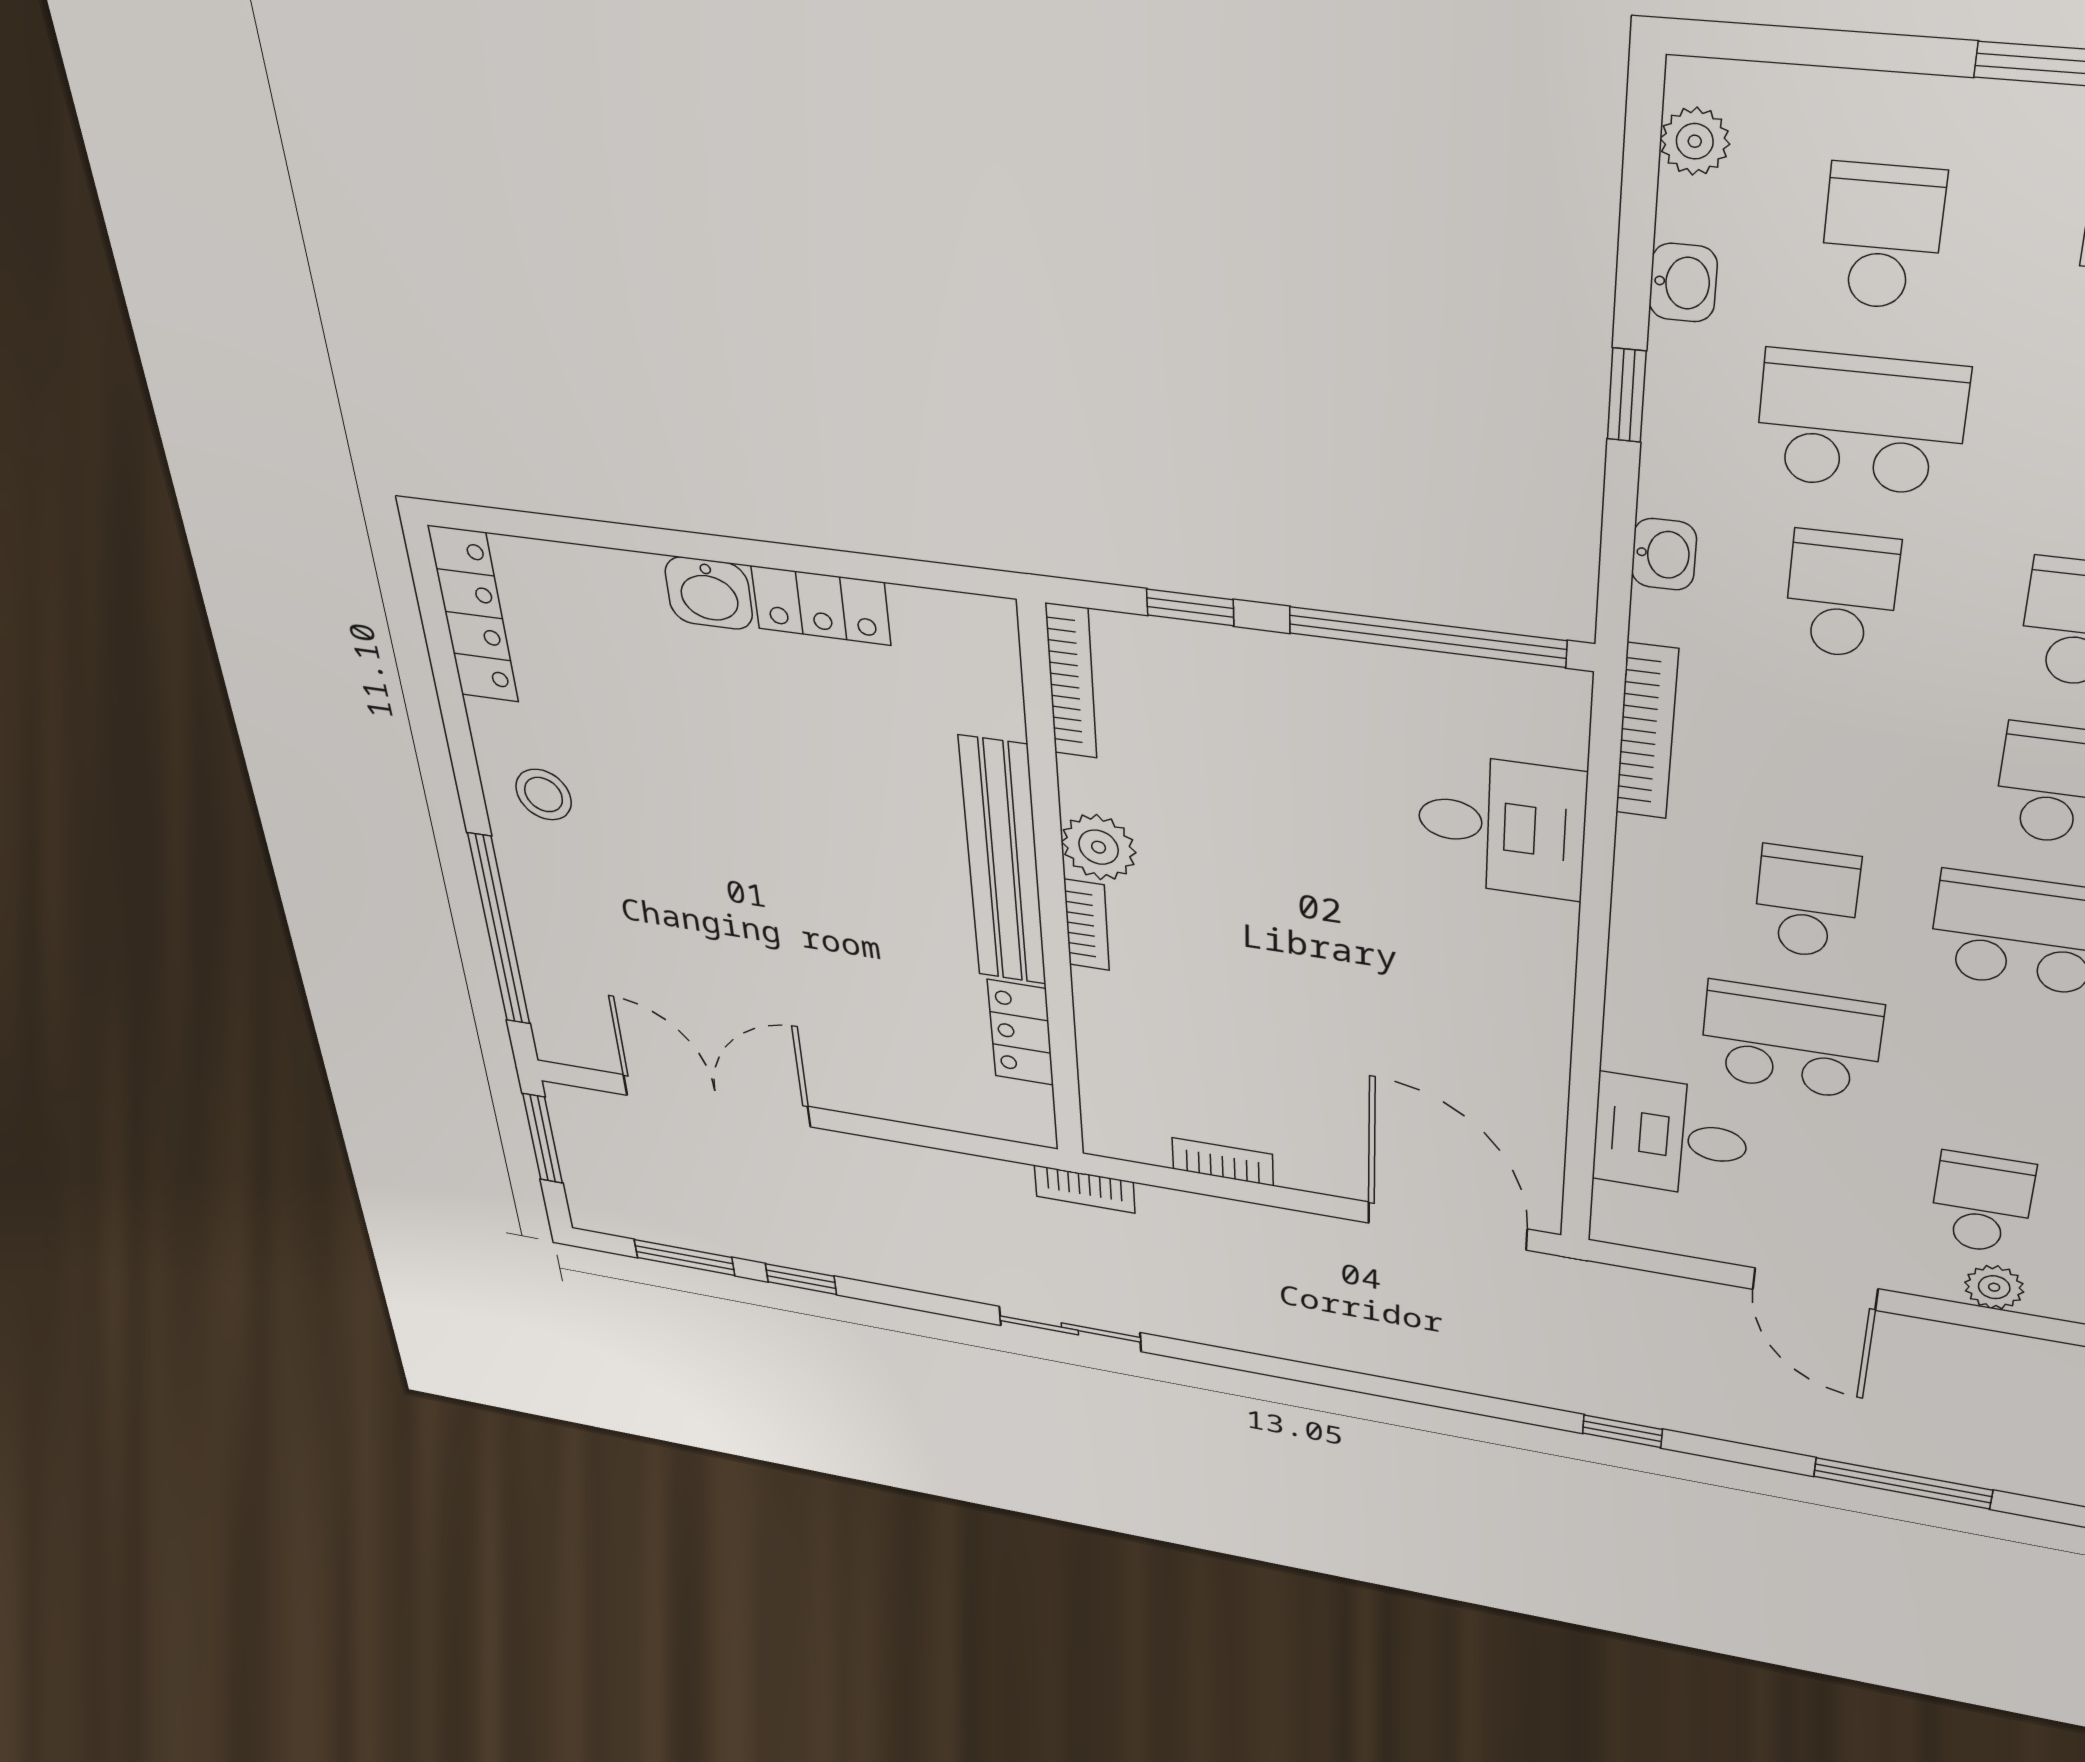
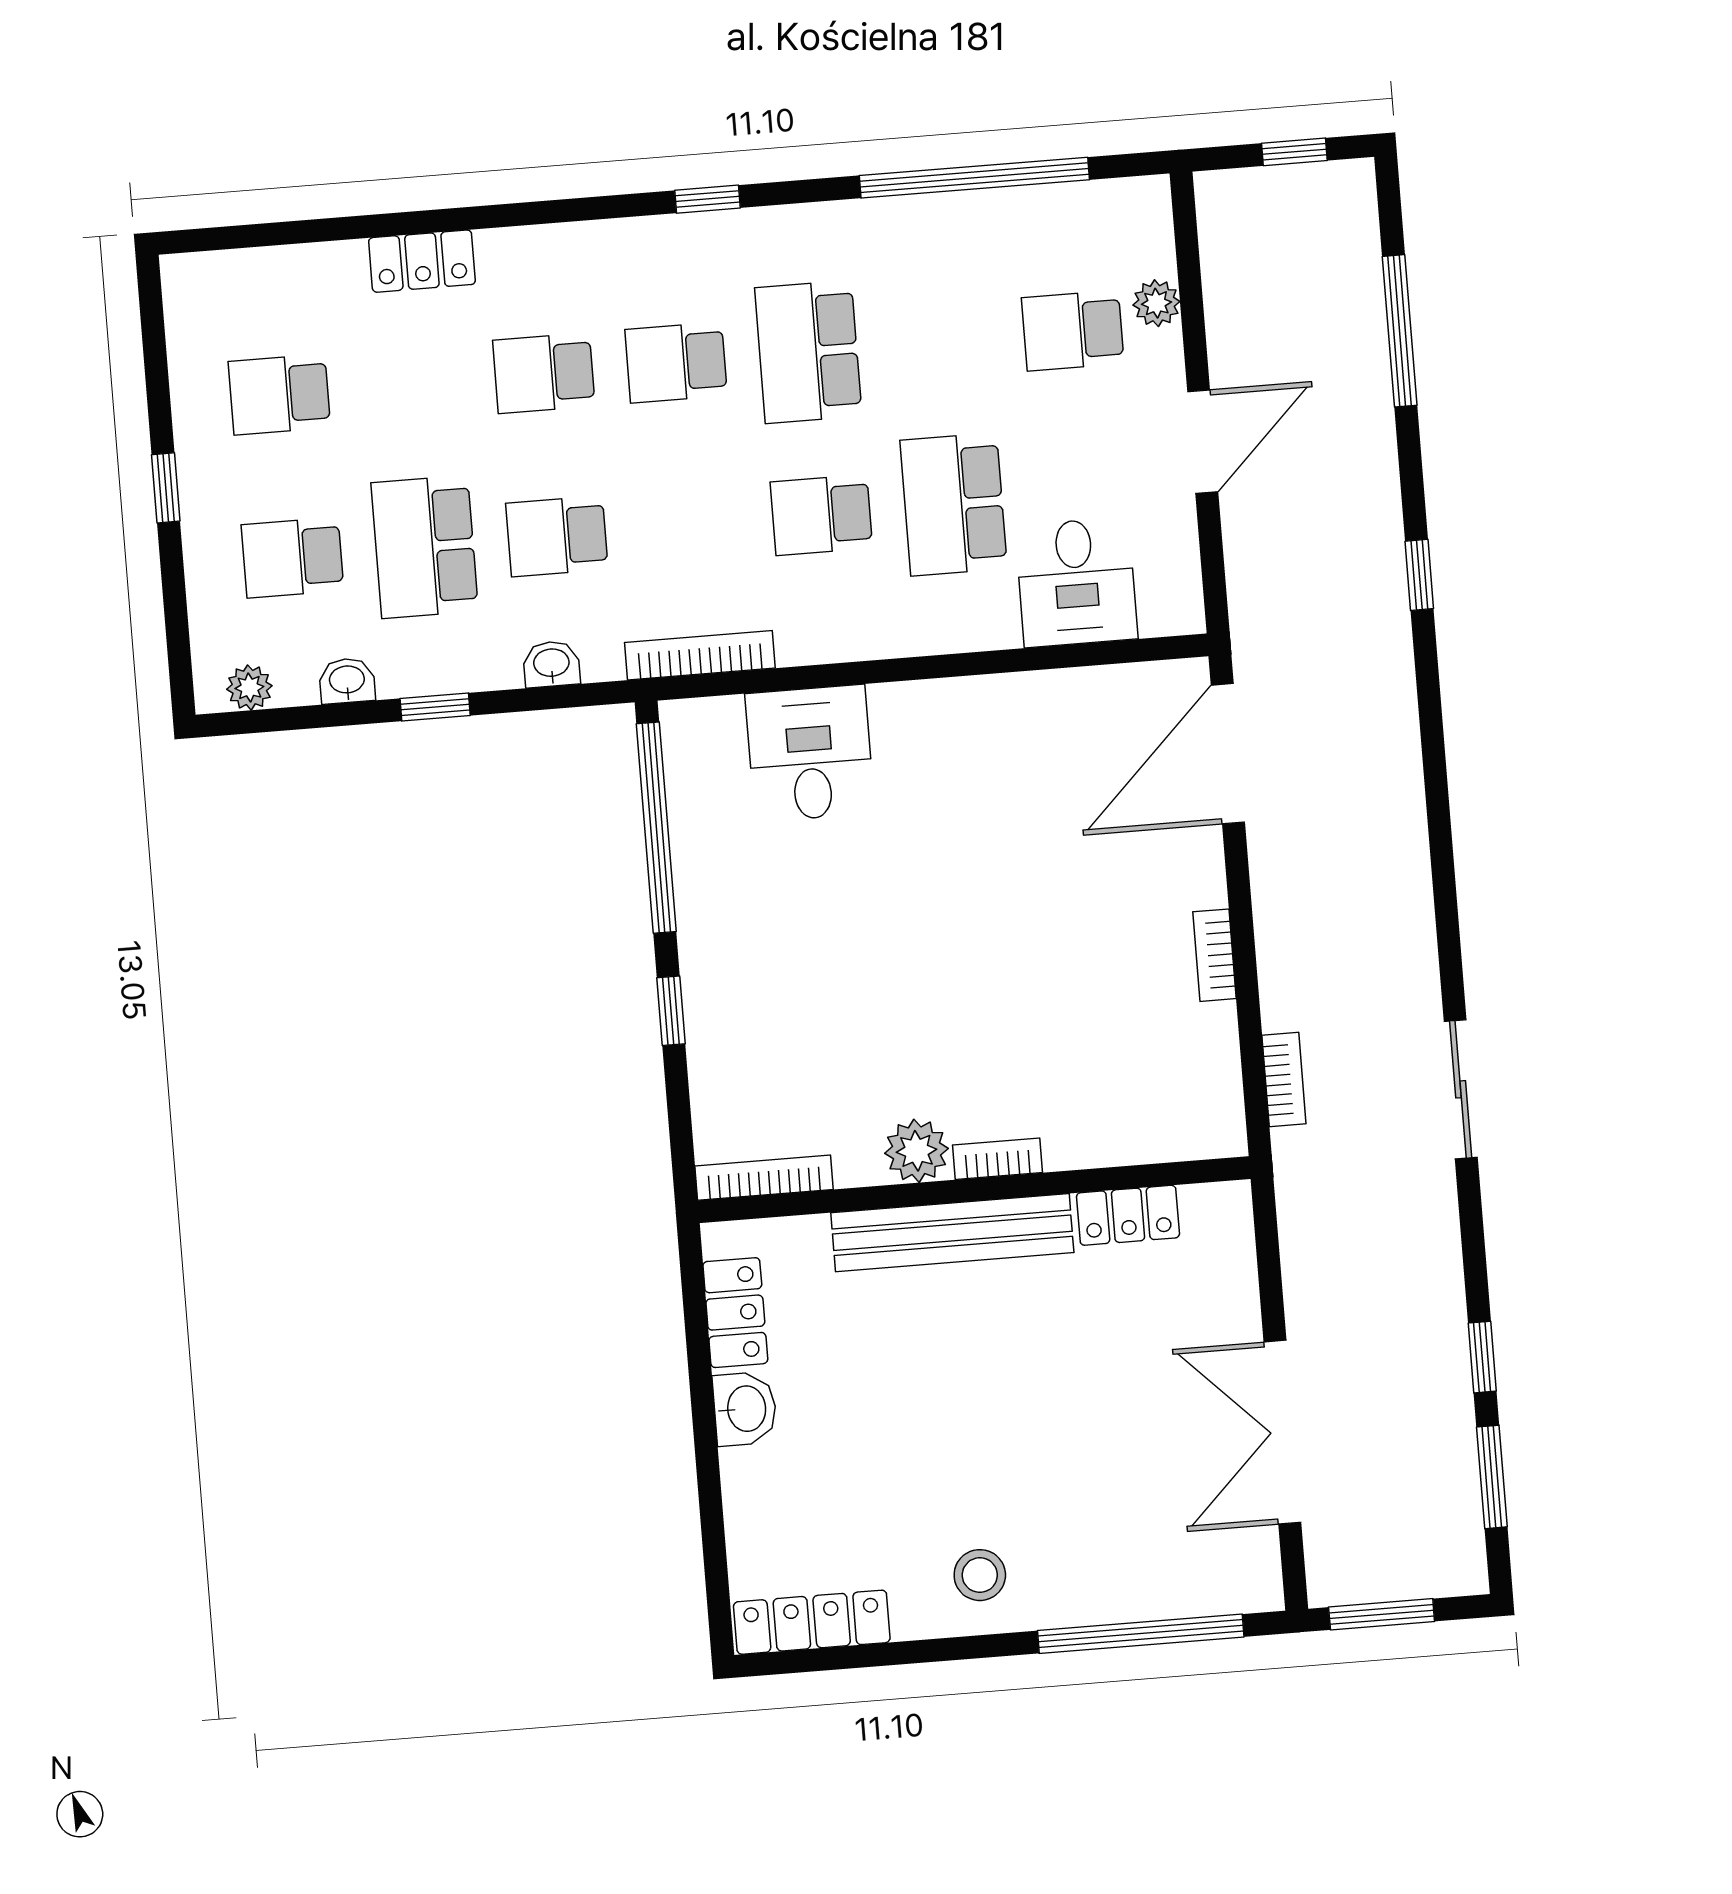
bookcase: (1071, 681) -> (764, 1178), moved
plant: (1099, 847) -> (916, 1151), moved
bench: (1003, 862) -> (952, 1233), moved
wall: (1052, 895) -> (974, 1190), moved
bookcase: (1087, 925) -> (997, 1159), moved
locker: (1021, 1033) -> (1128, 1215), moved

